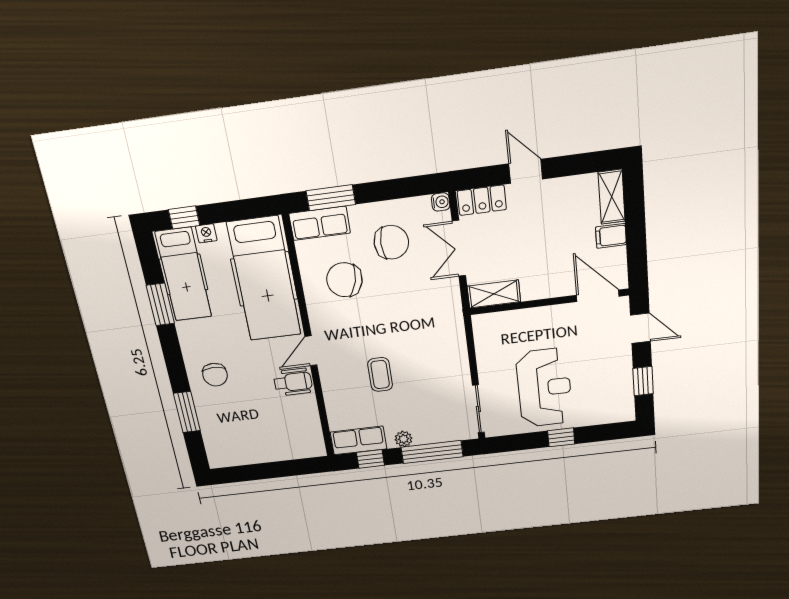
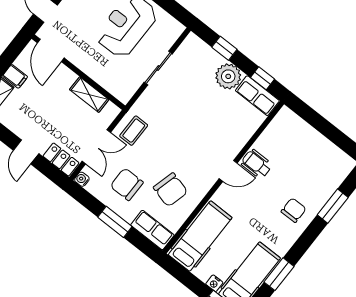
window: (331, 198) -> (115, 222), moved
hospital bed: (264, 279) -> (200, 236), width x0.73, depth x0.78
shelving: (494, 294) -> (89, 95), moved
coffee table: (380, 375) -> (134, 131), moved
sliding door: (478, 409) -> (158, 68), moved
plant: (404, 439) -> (228, 76), width x1.87, depth x1.87
window: (432, 452) -> (224, 48), width x0.46

